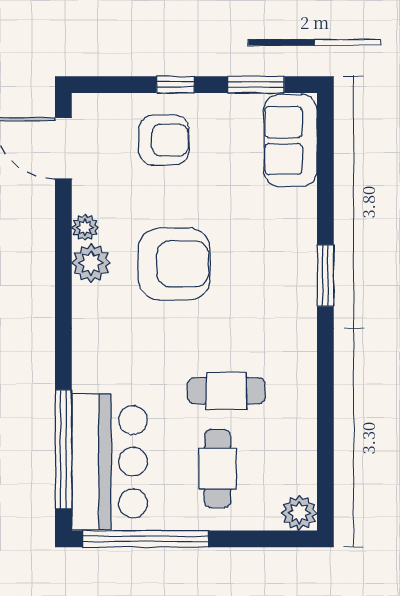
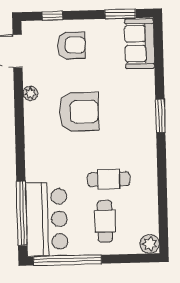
window: (175, 85) -> (52, 16), moved
plant: (91, 263) -> (34, 112), removed

